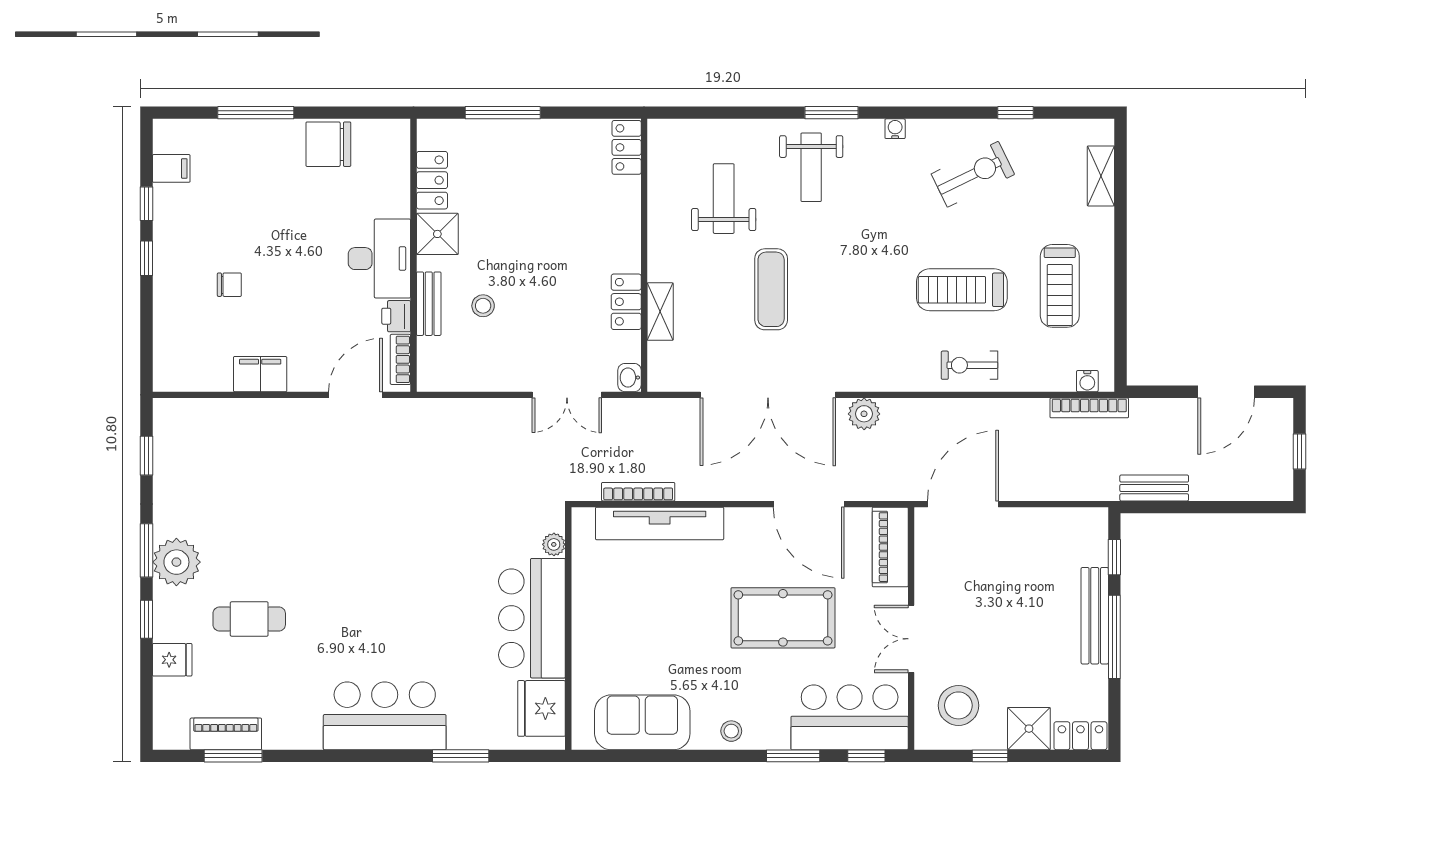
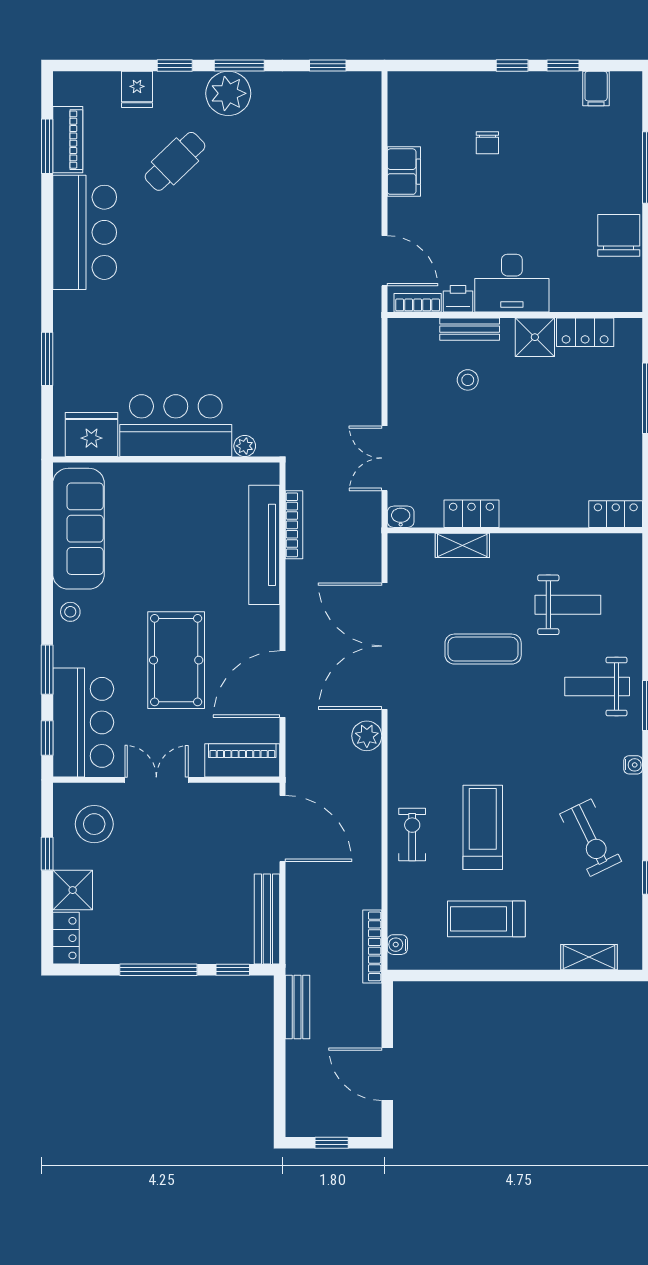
bench: (1095, 616) -> (267, 919), moved, turned 90
cafe table: (249, 619) -> (175, 161), turned 46
bar counter: (385, 716) -> (85, 232), moved
sofa: (642, 722) -> (79, 529), width x1.36

